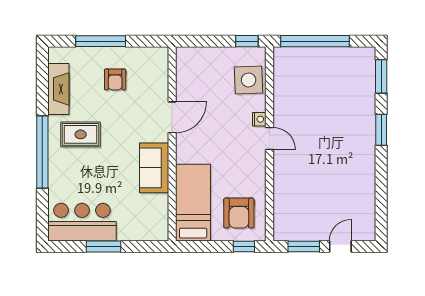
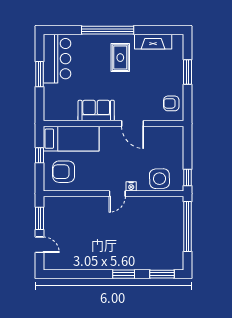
window: (101, 41) -> (187, 72), width x0.69
armchair: (115, 79) -> (171, 103), moved
window: (244, 247) -> (40, 155), moved

